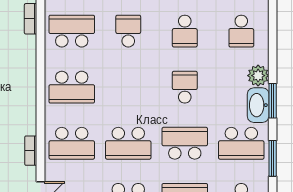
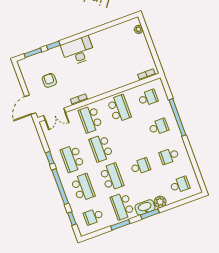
school desk: (72, 31) -> (148, 98), width x0.54
school desk: (241, 31) -> (180, 185), turned 180
school desk: (72, 87) -> (119, 108), turned 180

